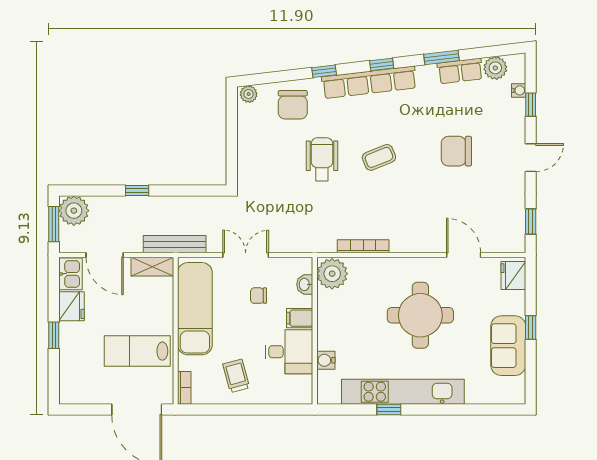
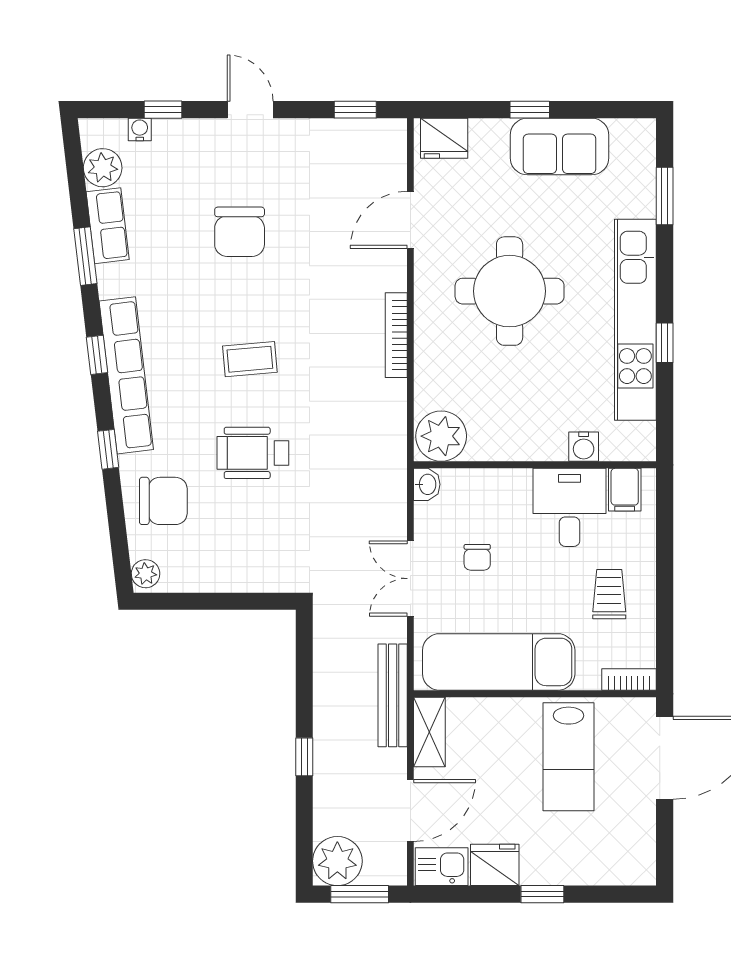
coffee table: (379, 157) -> (250, 359), turned -73
bookcase: (363, 246) -> (396, 335), moved
washbasin: (305, 284) -> (427, 484), moved, turned -90
filing cabinet: (300, 318) -> (625, 490), moved
trolley: (236, 376) -> (609, 594), turned 105
window: (478, 409) -> (665, 196), added

